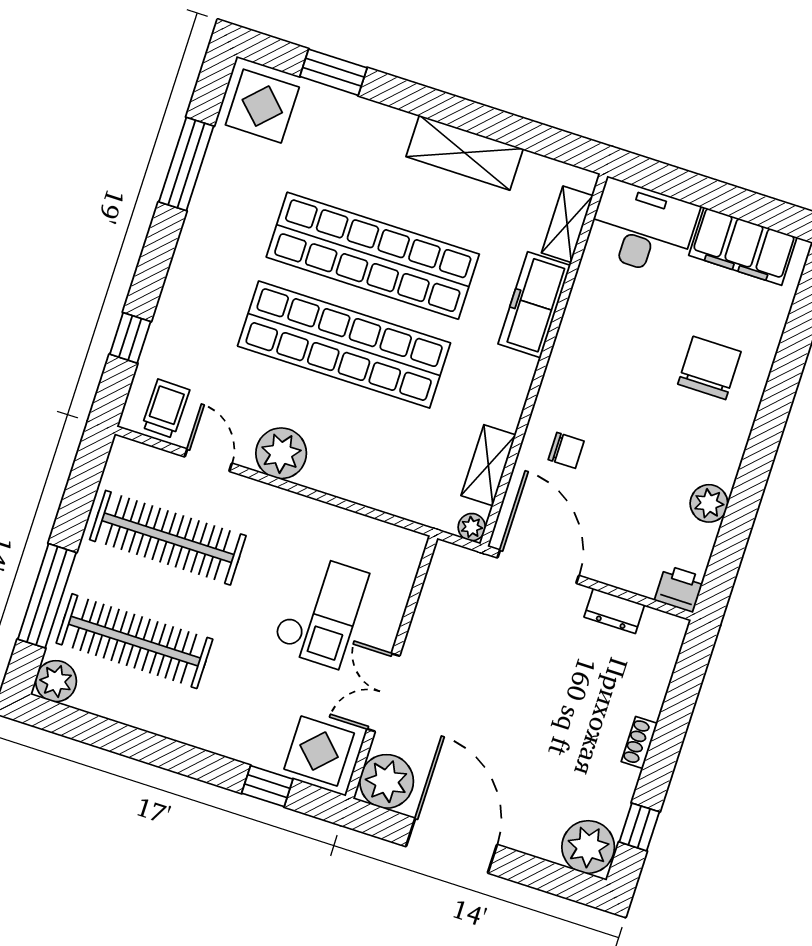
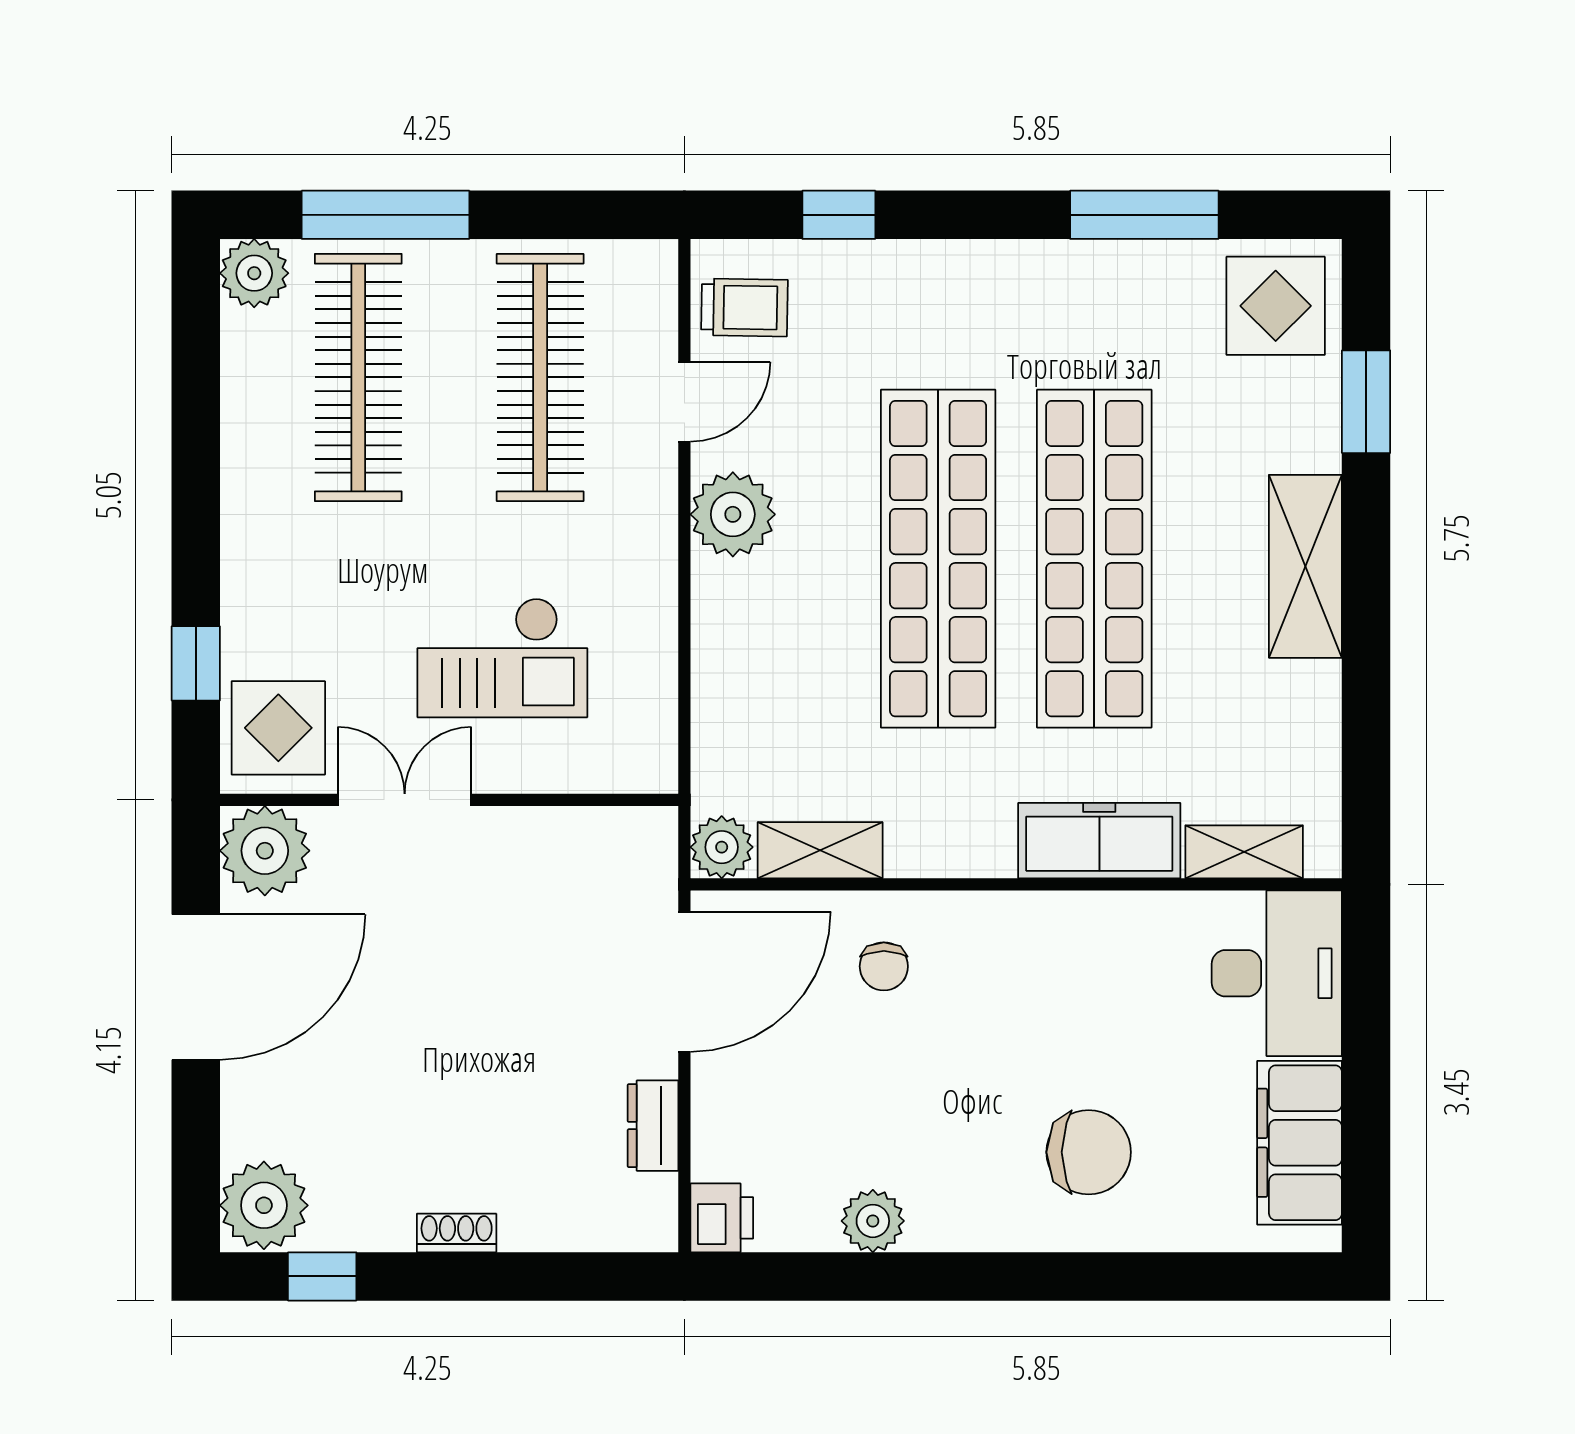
shelving: (465, 153) -> (1305, 566), moved
plant: (472, 527) -> (722, 847), width x1.38, depth x1.38

